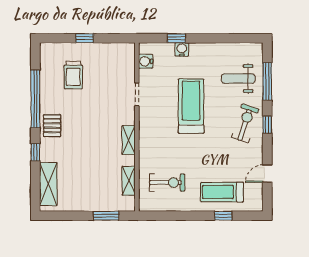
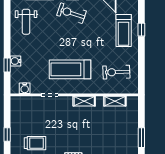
weight bench: (238, 79) -> (26, 22), moved
treadmill: (191, 106) -> (70, 69), moved
exercise bike: (167, 183) -> (116, 72), turned -92
window: (106, 216) -> (141, 138), moved

